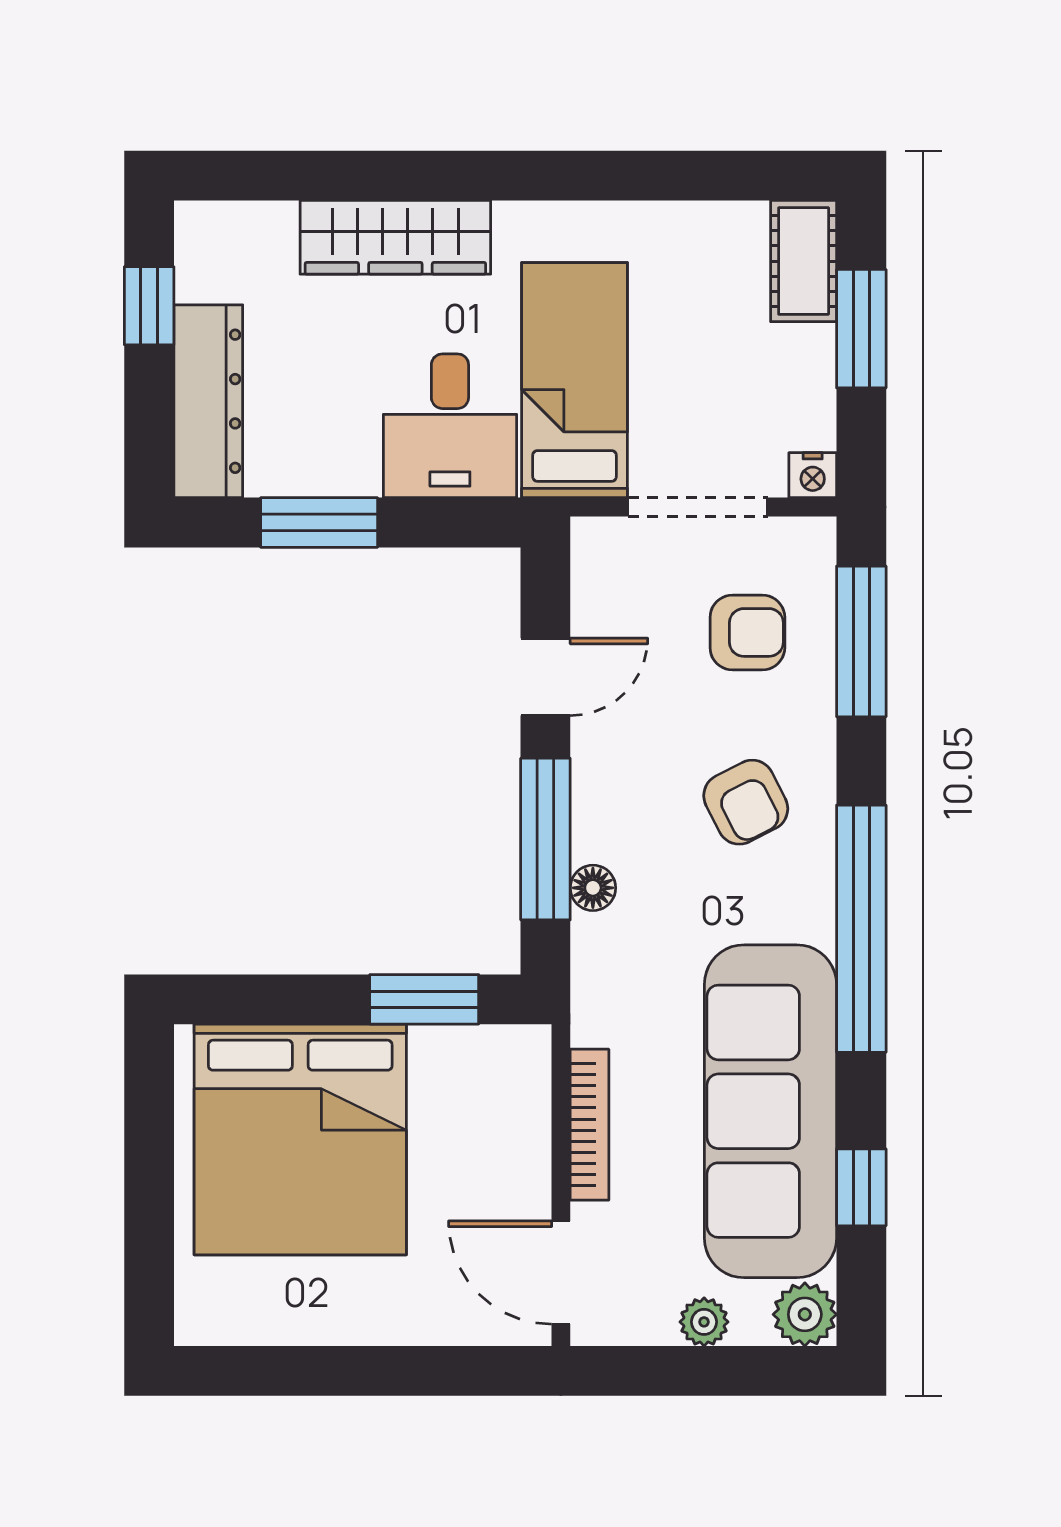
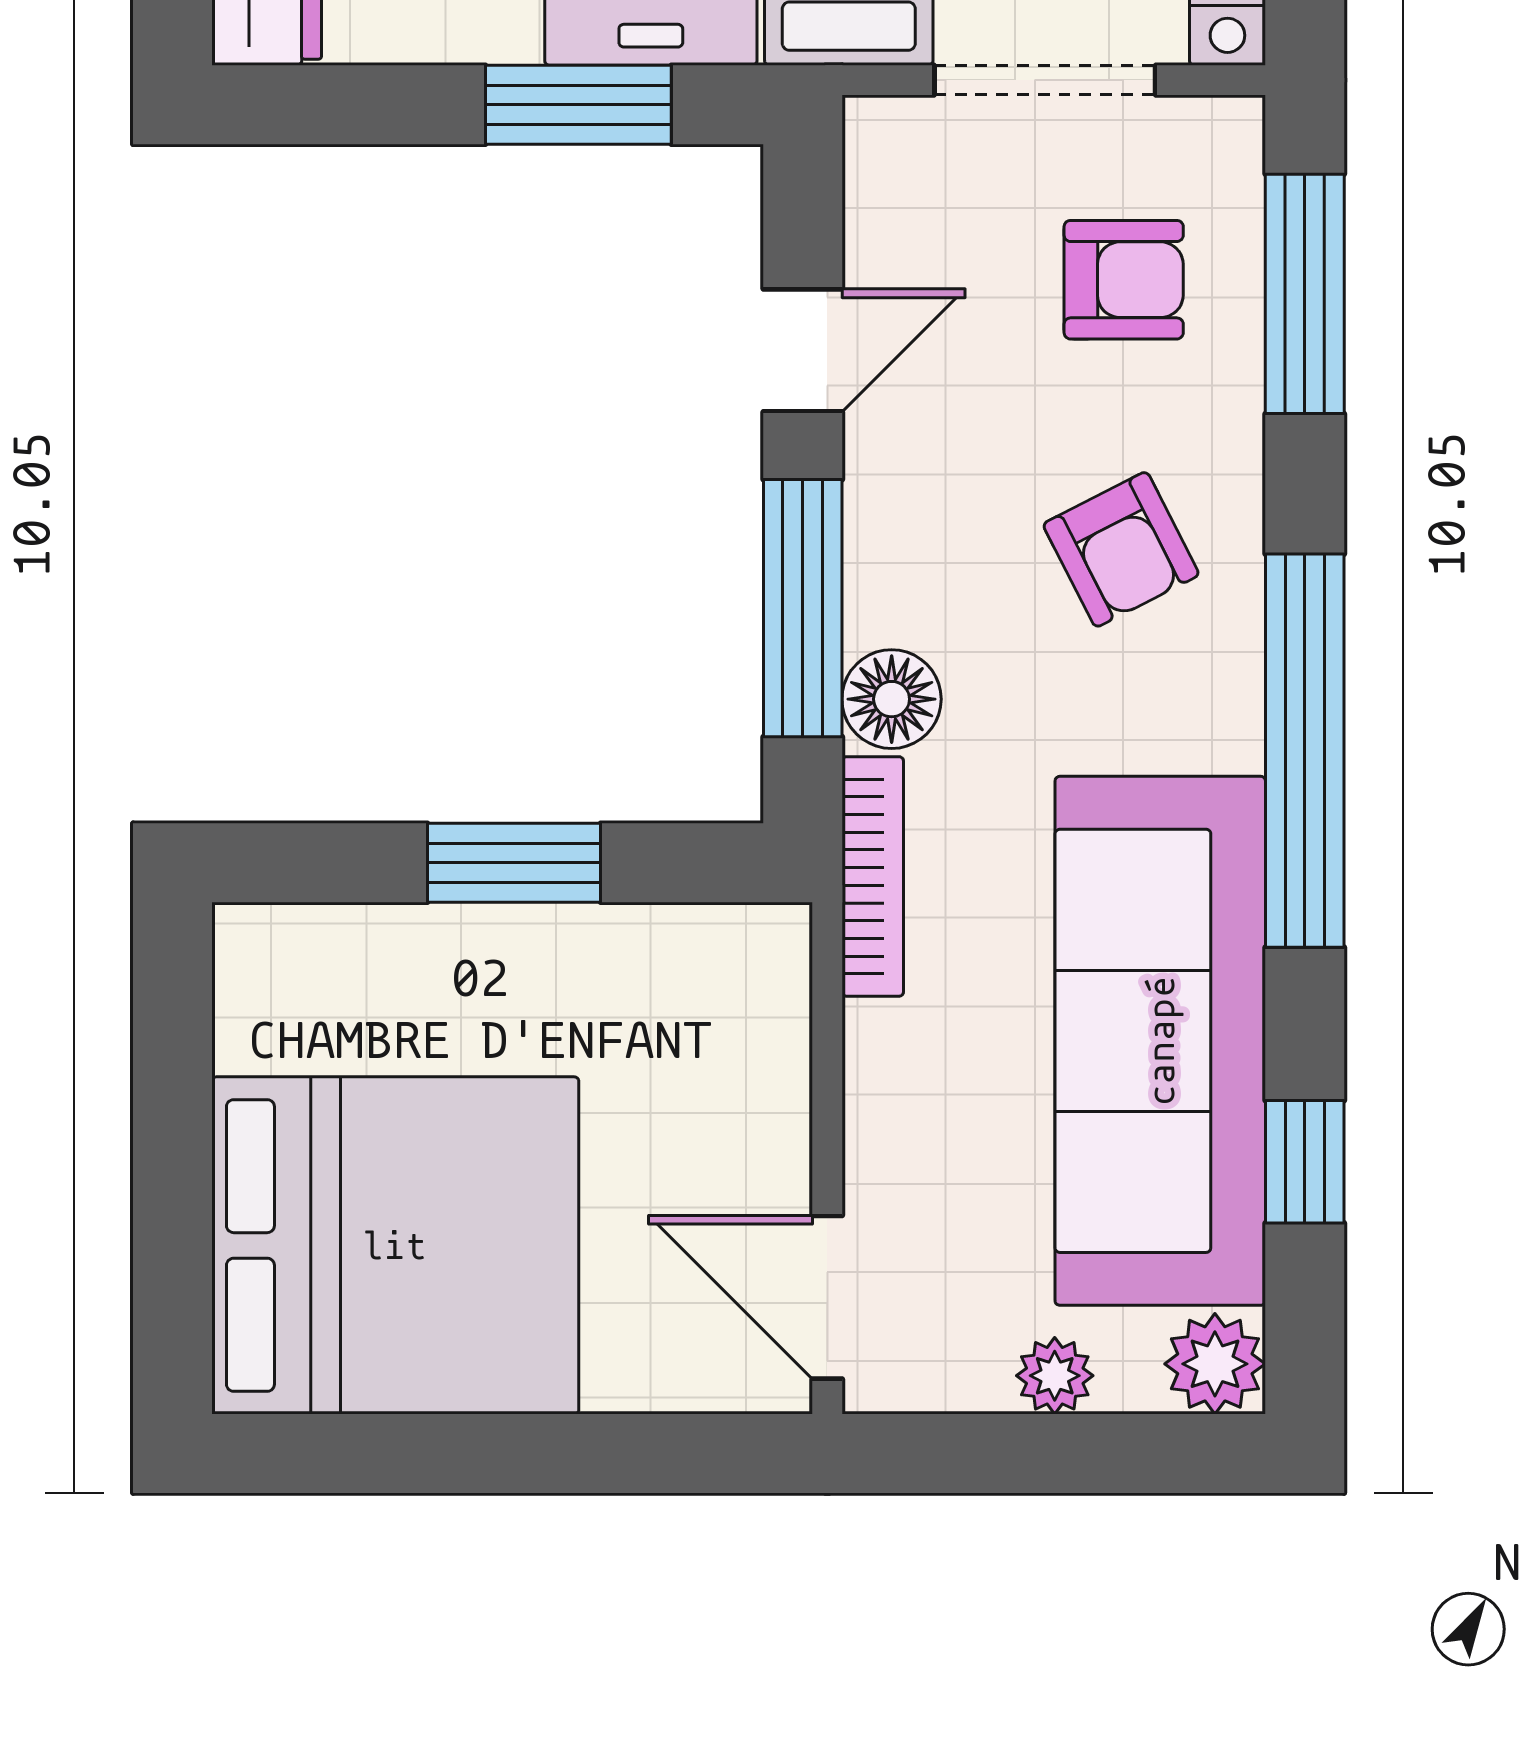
window: (319, 522) -> (578, 105), moved
floor lamp: (593, 888) -> (892, 699), width x1.37, depth x1.37
window: (424, 999) -> (514, 863), moved
bookcase: (590, 1125) -> (873, 876), moved
bed: (300, 1139) -> (395, 1245), moved, turned -90

